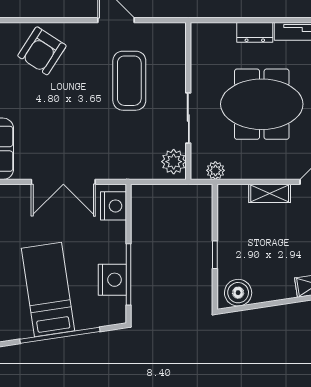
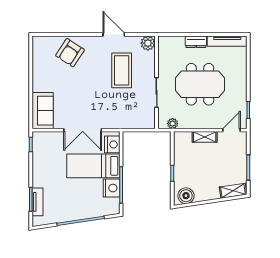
plant: (174, 162) -> (148, 43), moved
bed: (48, 290) -> (93, 166), moved, turned -81

